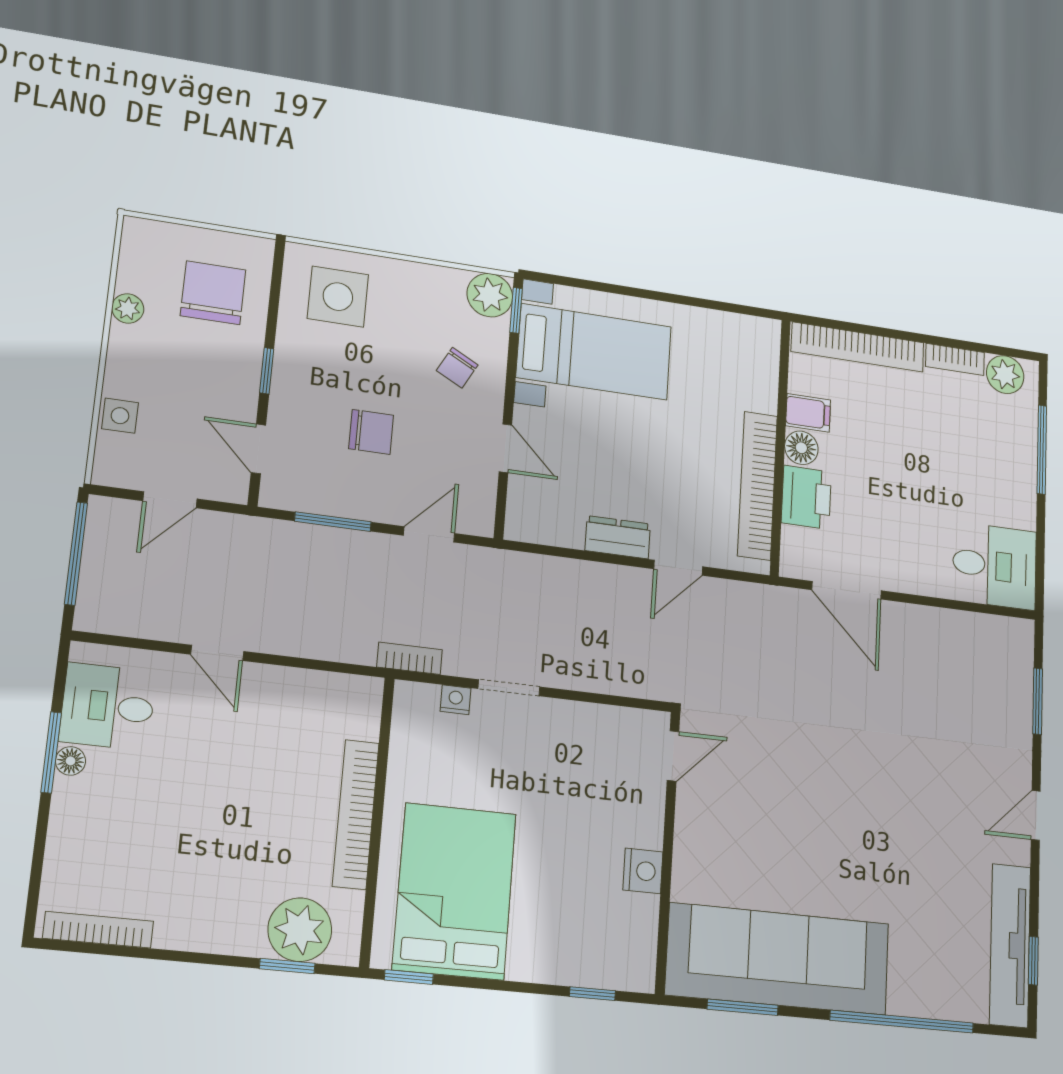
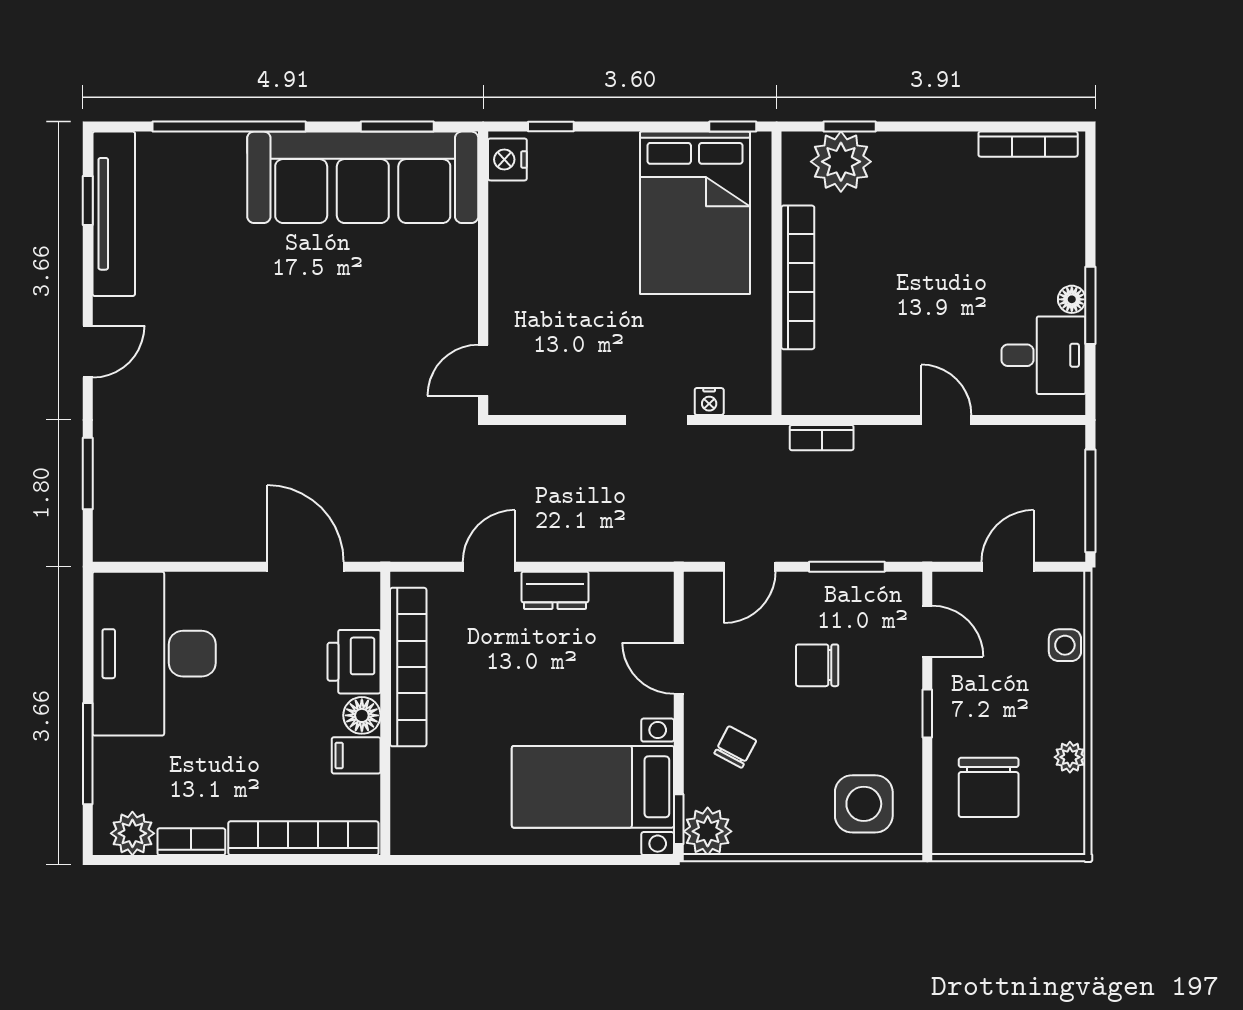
desk: (995, 566) -> (154, 654), width x1.87, depth x1.30
bookcase: (410, 658) -> (822, 438), moved
nightstand: (643, 871) -> (507, 159), moved

